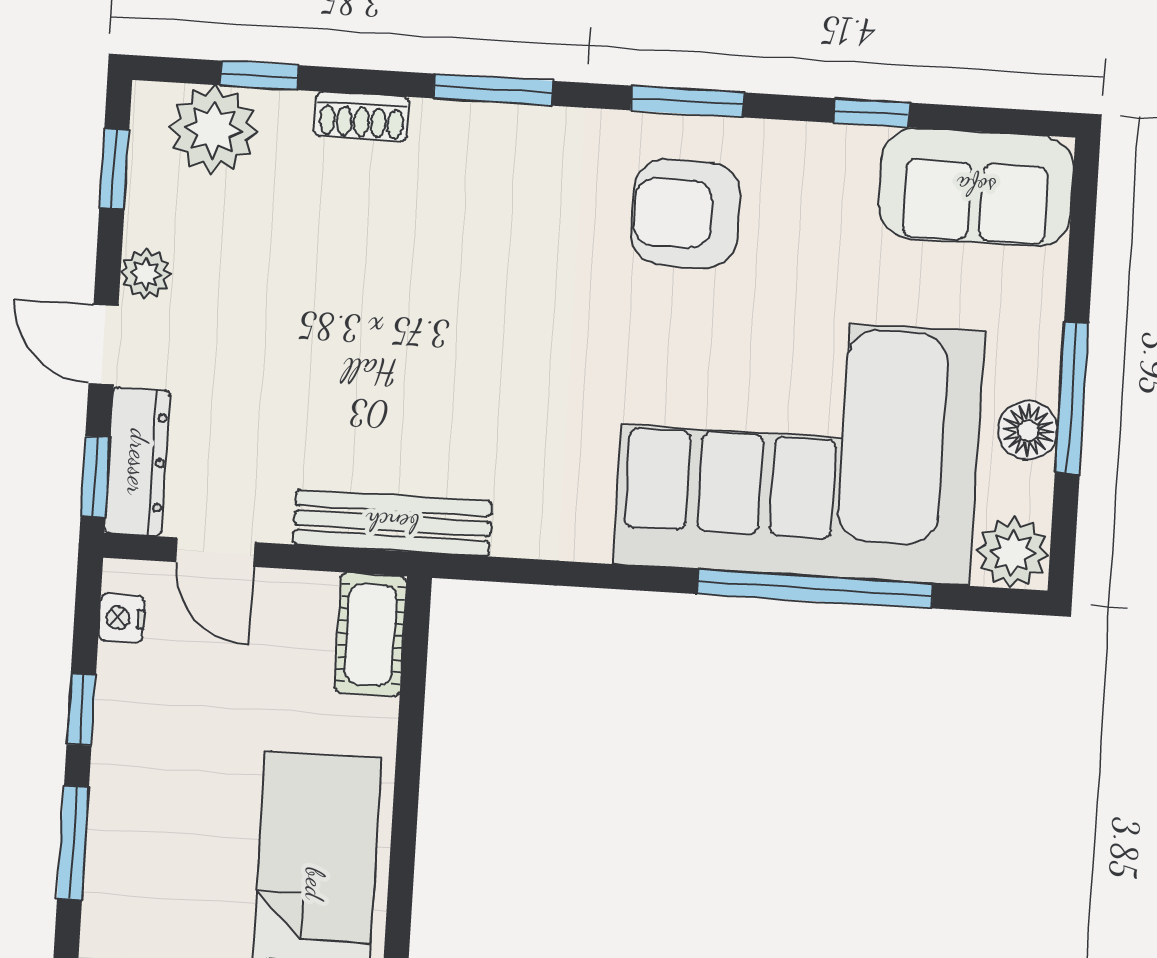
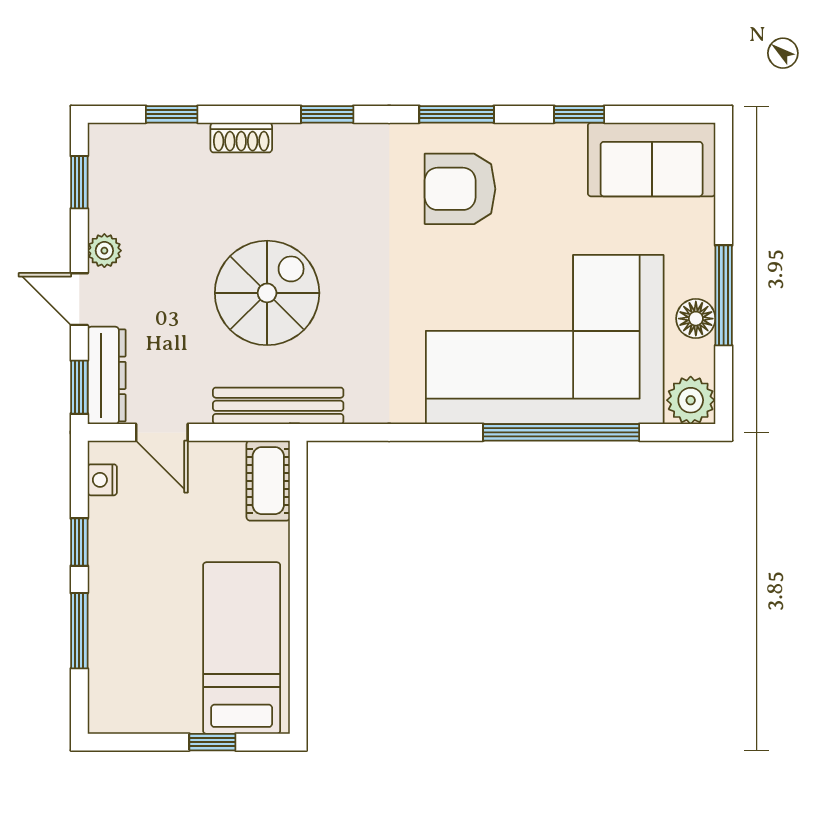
window: (493, 90) -> (327, 114), width x0.67
plant: (213, 130) -> (143, 152), removed
spiral stairs: (386, 352) -> (267, 293), added

